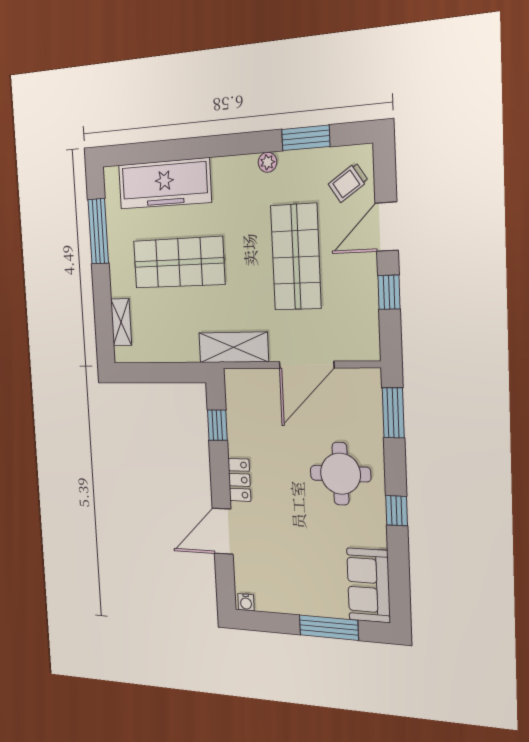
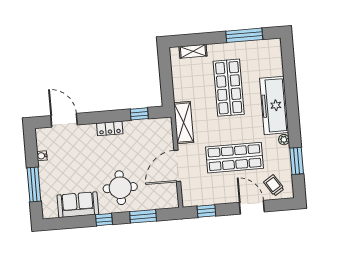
freezer: (165, 184) -> (274, 105), moved
window: (389, 292) -> (206, 211), moved
door: (306, 365) -> (177, 166), hinge flipped
window: (393, 413) -> (143, 216), moved
door: (223, 531) -> (64, 120), moved
sofa: (369, 585) -> (78, 205), moved
water cooler: (246, 602) -> (42, 156), moved

